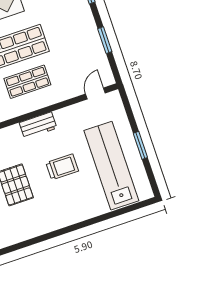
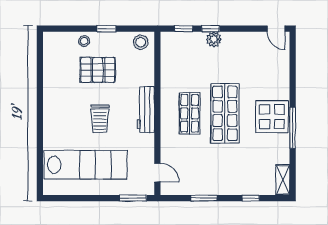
workbench: (38, 125) -> (146, 109), width x1.38
window: (140, 145) -> (133, 198), moved

